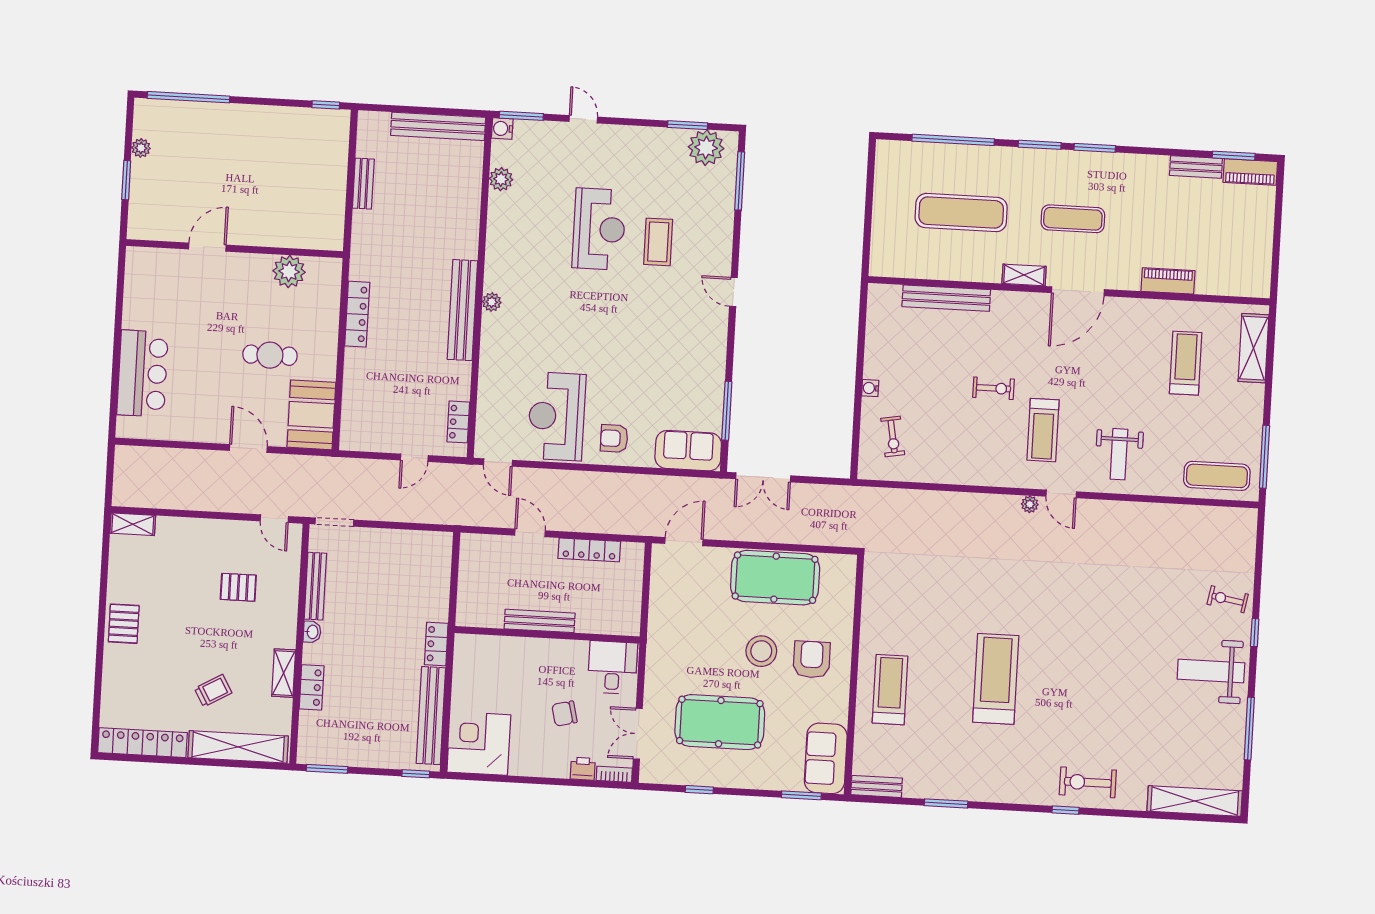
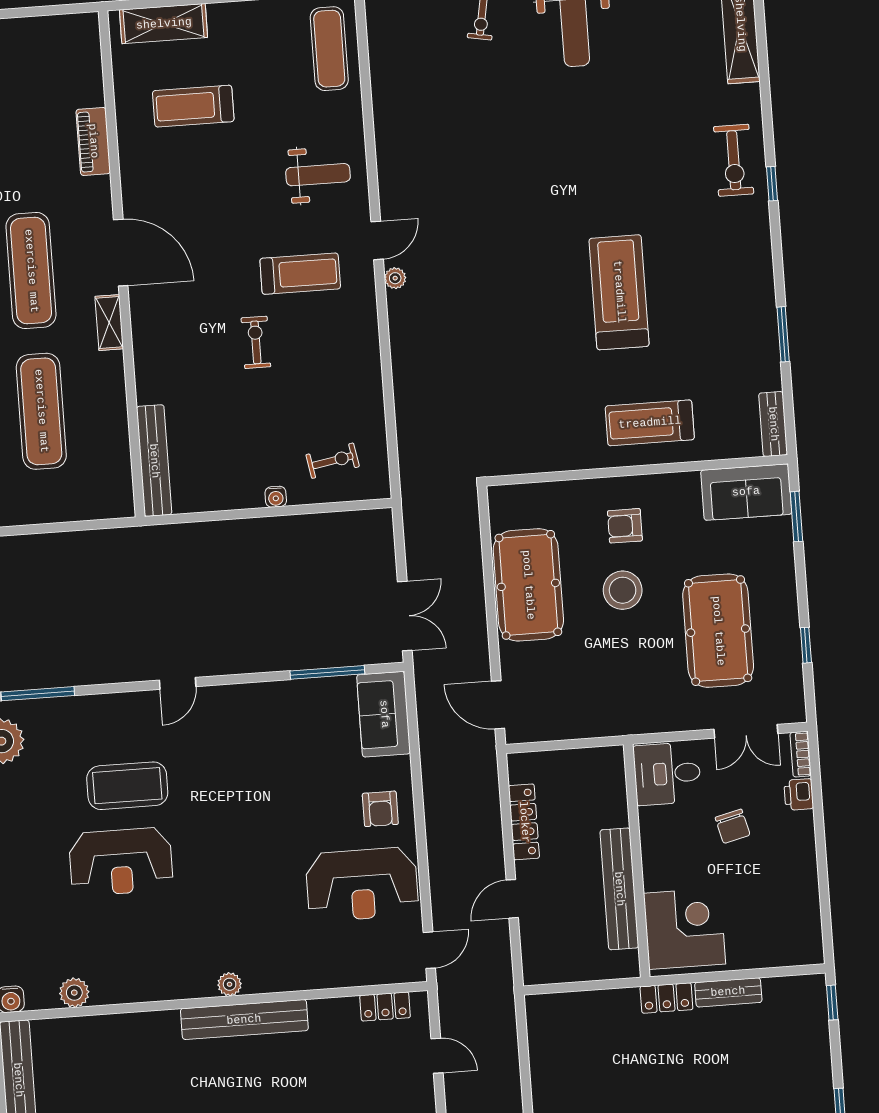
exercise mat: (1073, 219) -> (31, 271), width x1.36, depth x1.45
reception desk: (599, 229) -> (121, 862), turned 180
coffee table: (658, 242) -> (127, 786), width x1.36, depth x1.32
bench: (946, 298) -> (154, 461), moved
bench: (540, 621) -> (619, 889), width x1.37, depth x1.21
armchair: (812, 660) -> (625, 526), width x0.72, depth x0.72
treadmill: (996, 679) -> (619, 292), turned 90
bench: (431, 716) -> (728, 992), width x0.54, depth x0.82
corner desk: (479, 743) -> (684, 929), moved, turned 180

